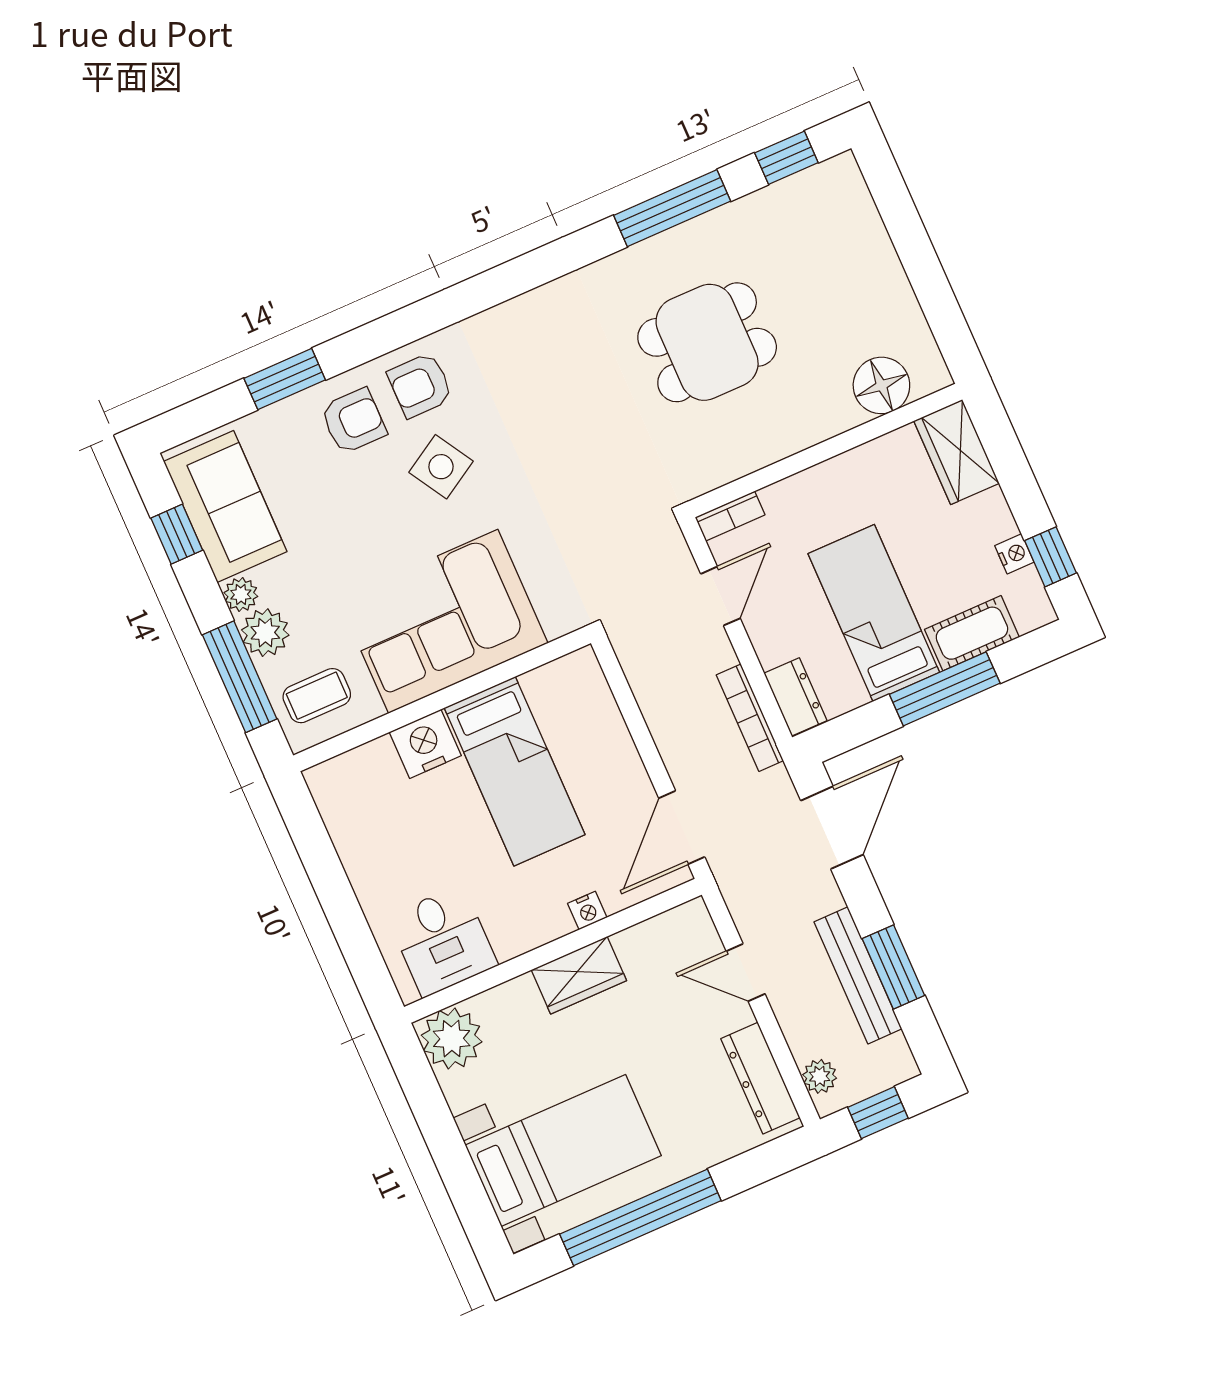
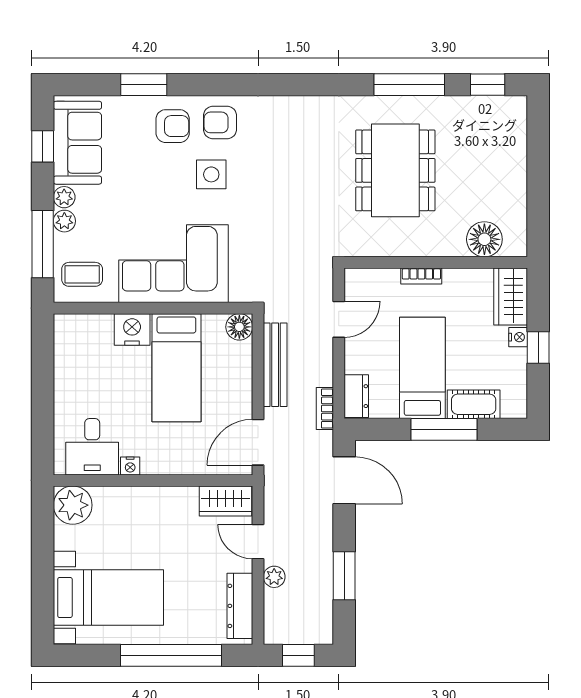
dining table: (707, 342) -> (395, 170), width x1.38
side table: (441, 467) -> (211, 174), turned 31
bookcase: (730, 516) -> (421, 276), moved
nightstand: (1014, 554) -> (518, 337), moved
window: (1051, 557) -> (538, 348), moved
plant: (265, 633) -> (64, 221), width x0.73, depth x0.73
floor lamp: (580, 671) -> (239, 327), added
bookcase: (750, 718) -> (325, 409), width x0.64
door: (832, 828) -> (344, 480), hinge flipped
nightstand: (587, 911) -> (130, 466), moved
wardrobe: (579, 975) -> (225, 501), moved
bench: (858, 975) -> (275, 365), moved
plant: (820, 1076) -> (274, 577), moved
window: (640, 1217) -> (171, 655), moved

